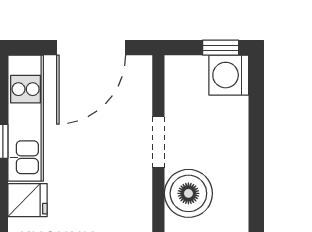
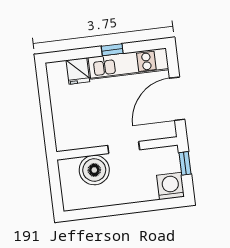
door: (91, 48) -> (177, 99), hinge flipped
window: (221, 48) -> (185, 163), moved

